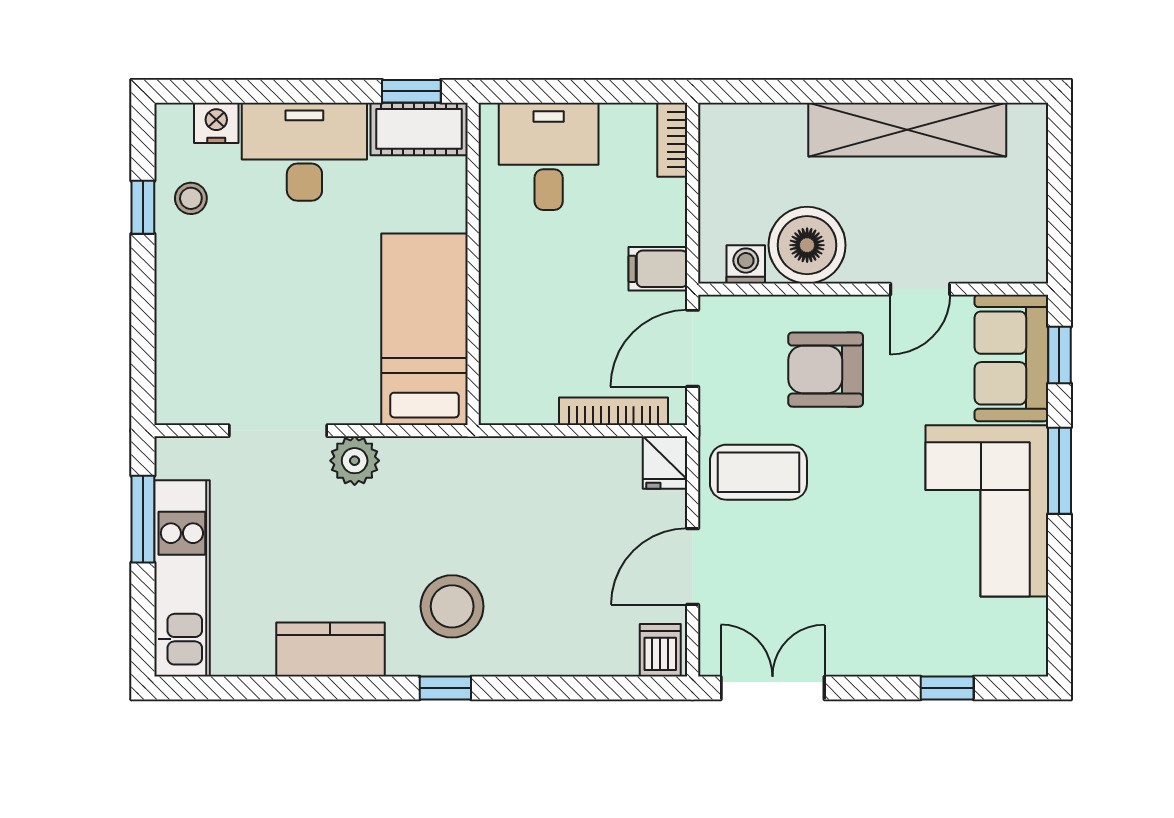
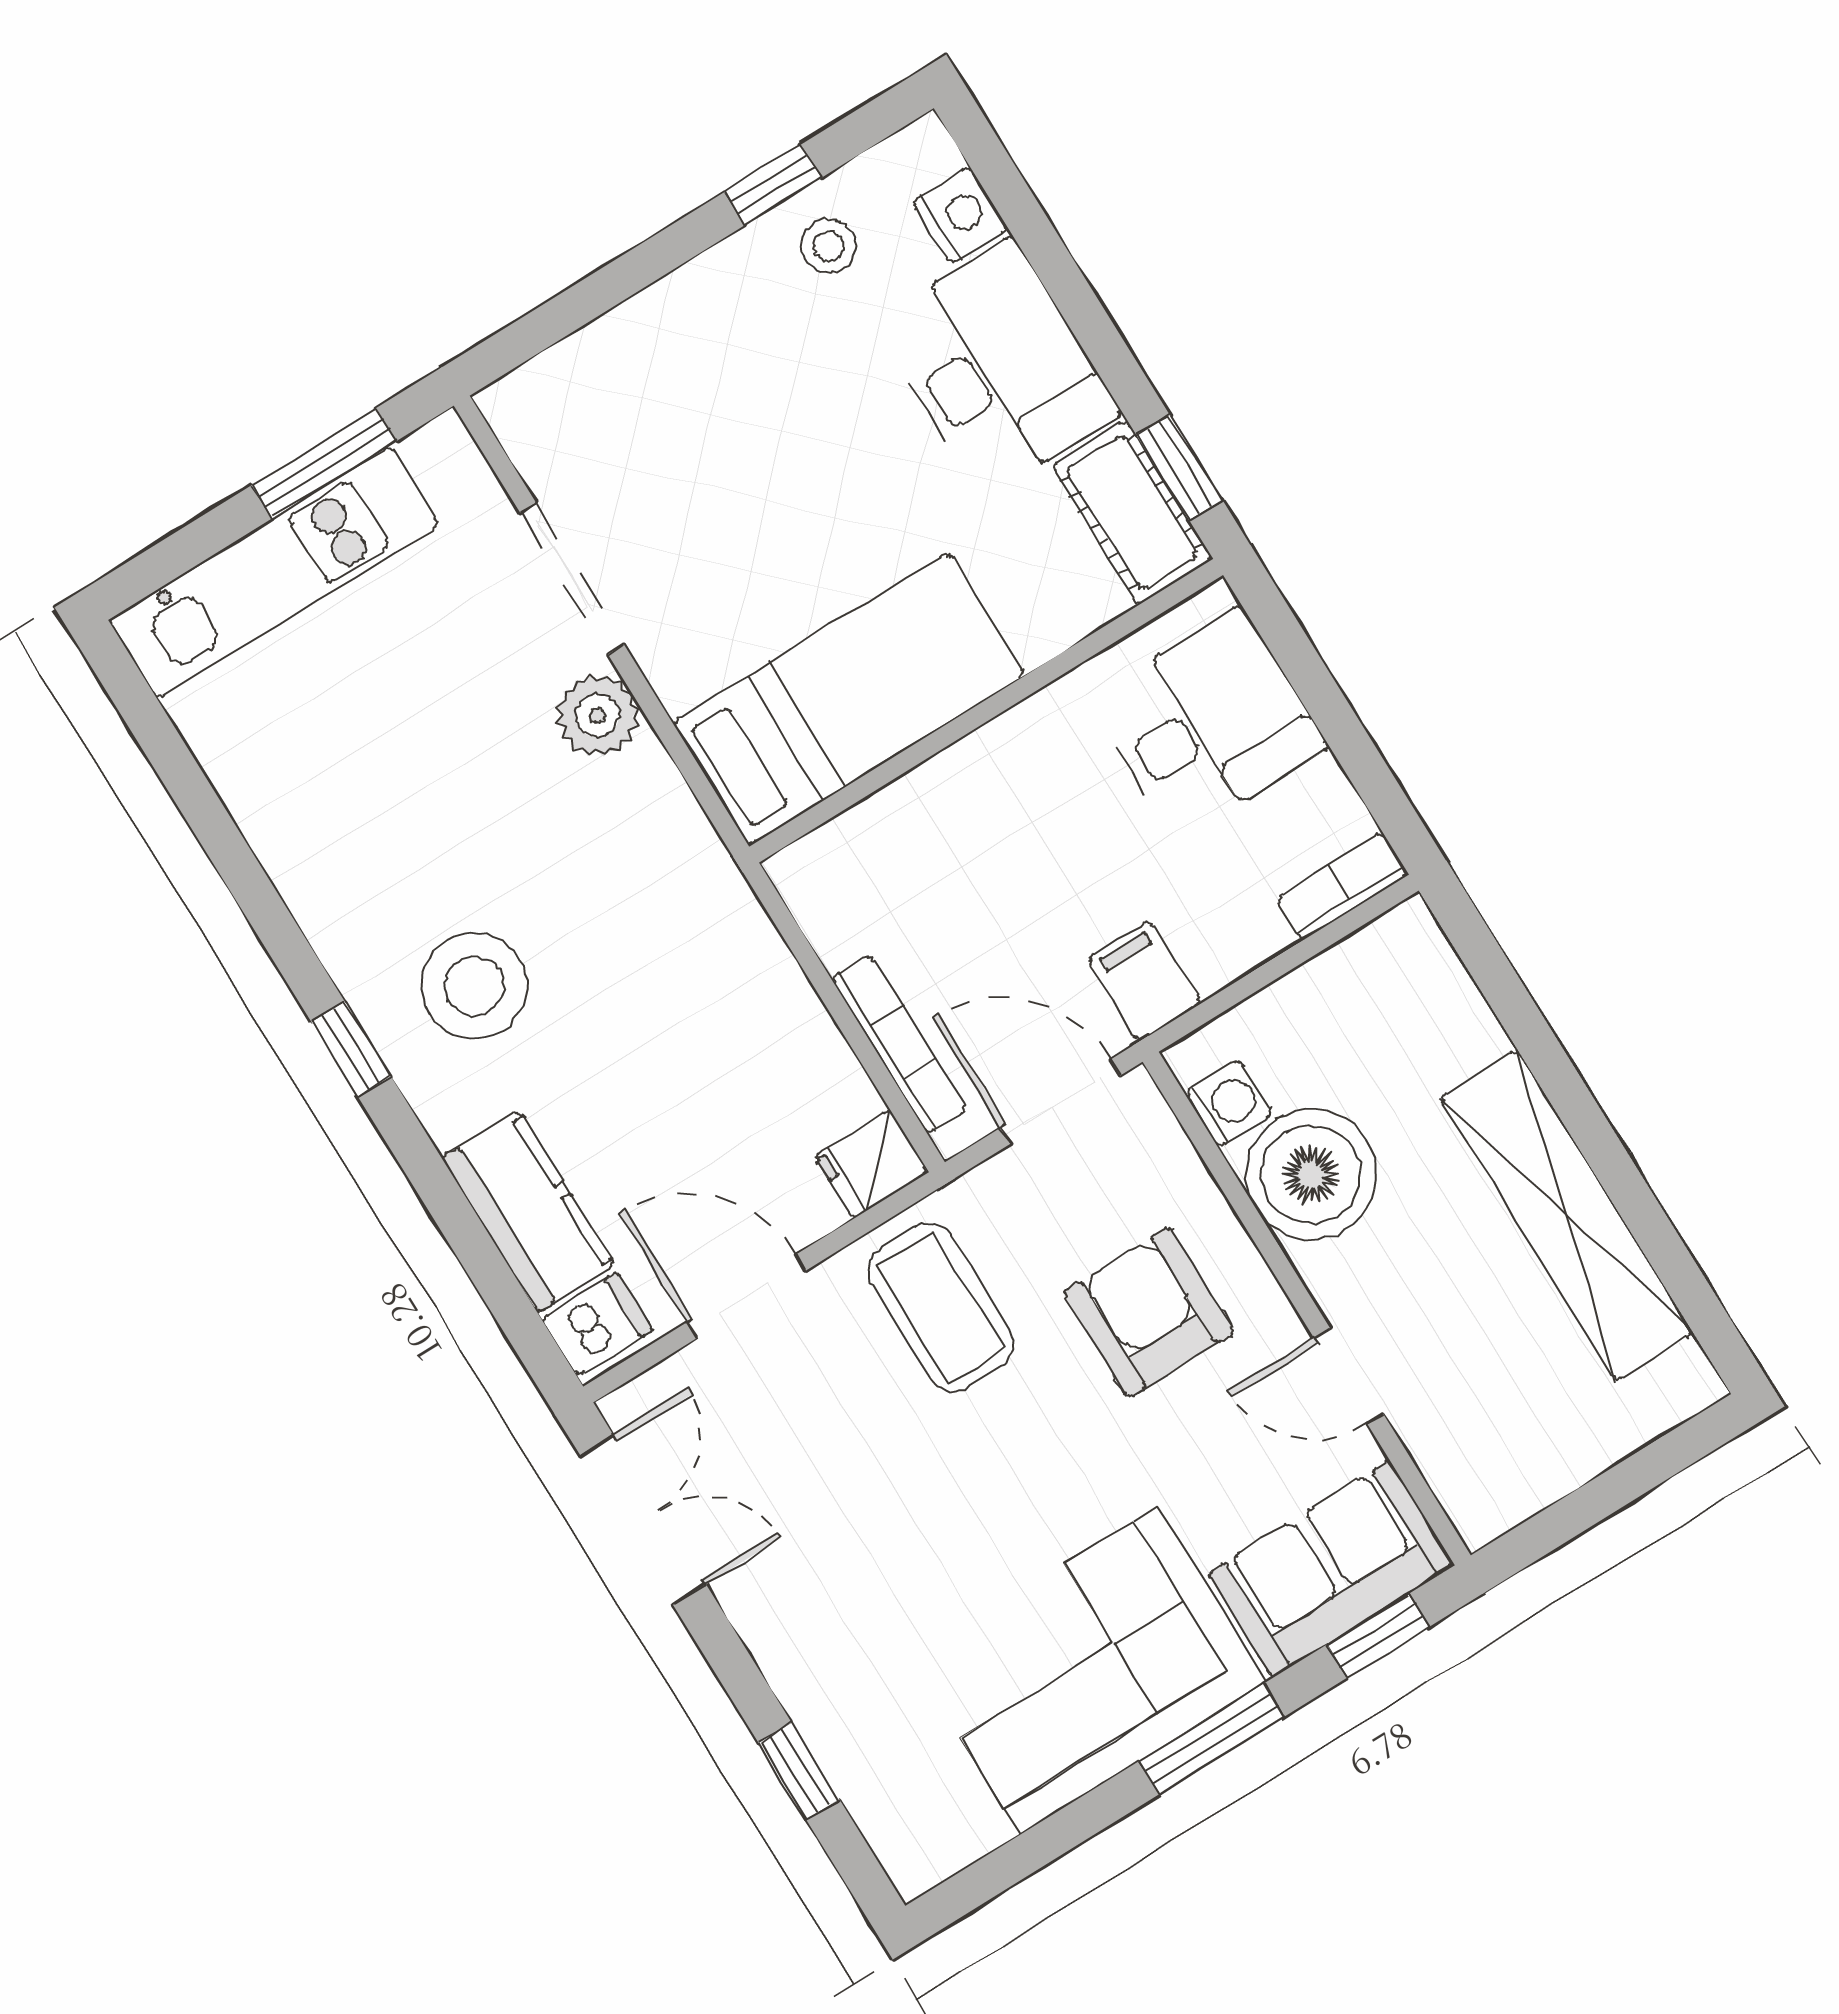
kitchen counter: (330, 649) -> (528, 1211), moved

